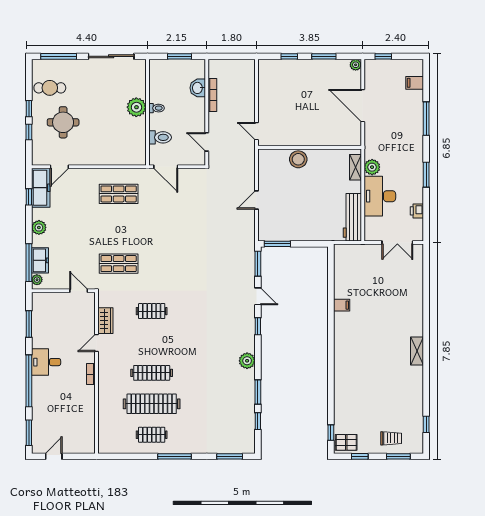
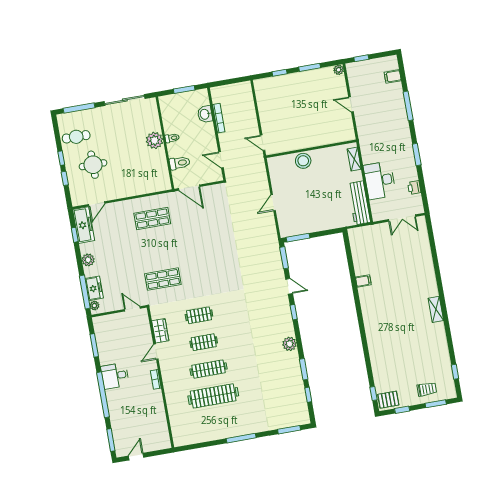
door: (363, 106) -> (351, 104), width x0.53
plant: (372, 167) -> (369, 156), removed
clothes rail: (152, 435) -> (204, 342), moved

